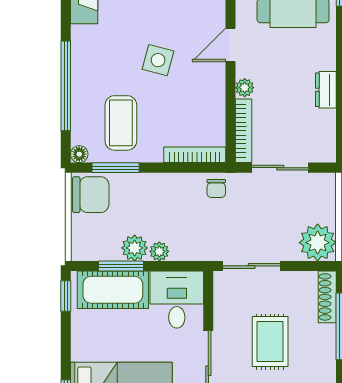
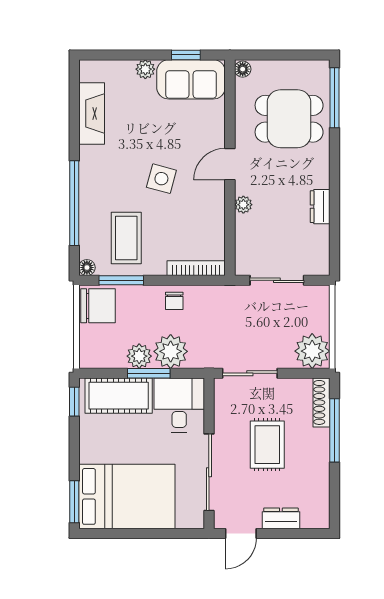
bookcase: (244, 131) -> (242, 245), removed
chair: (216, 189) -> (174, 301), moved
plant: (159, 251) -> (171, 351), width x1.88, depth x1.88
window: (121, 266) -> (149, 373), moved

